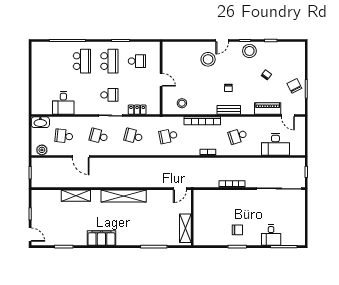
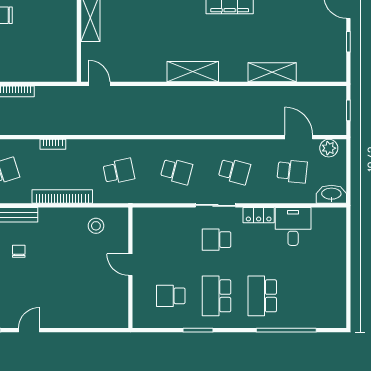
stool: (208, 59) -> (52, 299), removed
locker: (137, 110) -> (259, 215), moved
door: (81, 157) -> (299, 137), moved
door: (180, 189) -> (99, 84), hinge flipped
shelving: (124, 196) -> (193, 72), width x0.68

